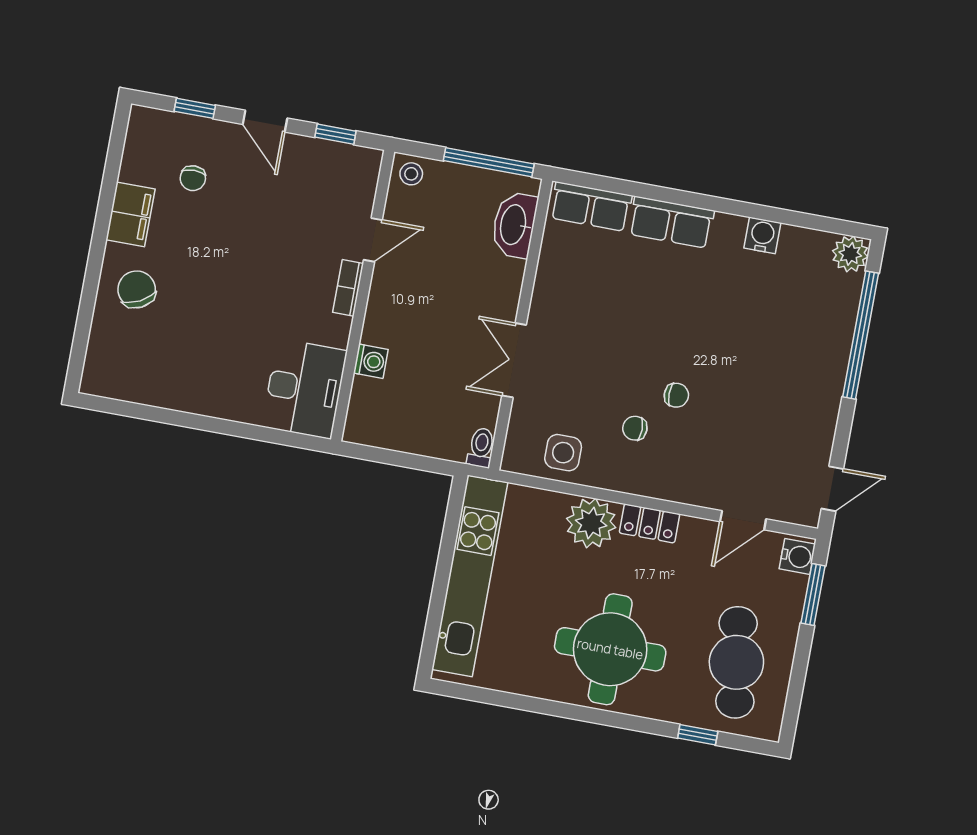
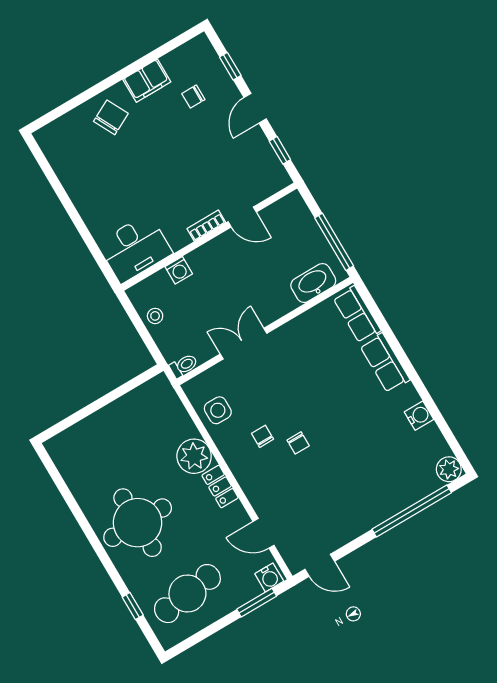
stool: (411, 174) -> (155, 316), moved
kitchen unit: (470, 576) -> (113, 417), removed

